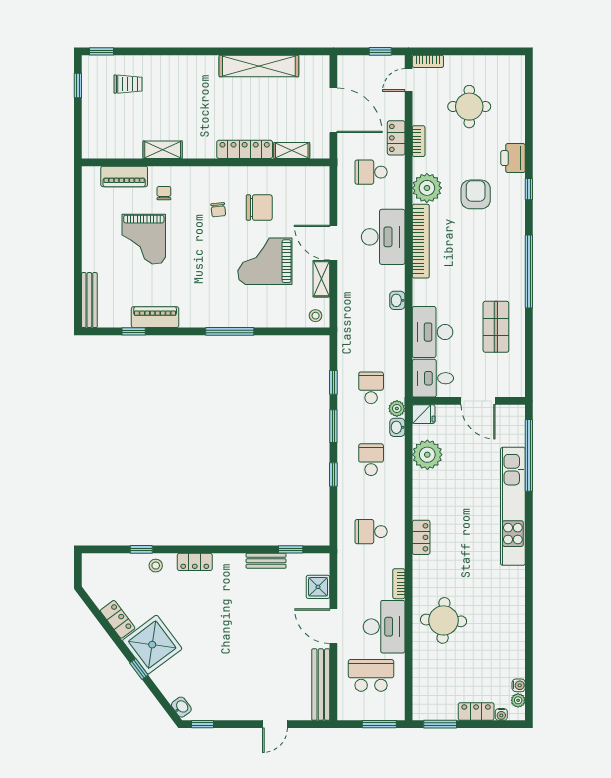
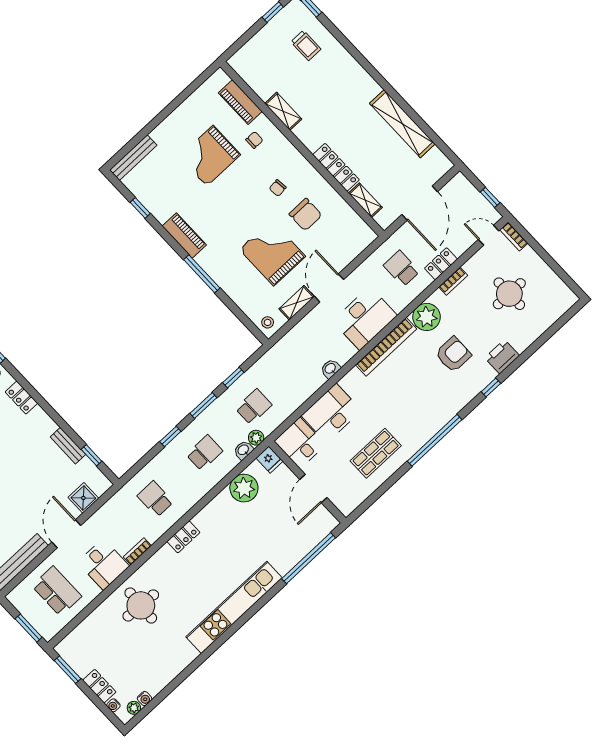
piano: (155, 317) -> (184, 235), moved
kitchen unit: (513, 506) -> (234, 607), moved
desk: (384, 627) -> (103, 564), width x0.73

